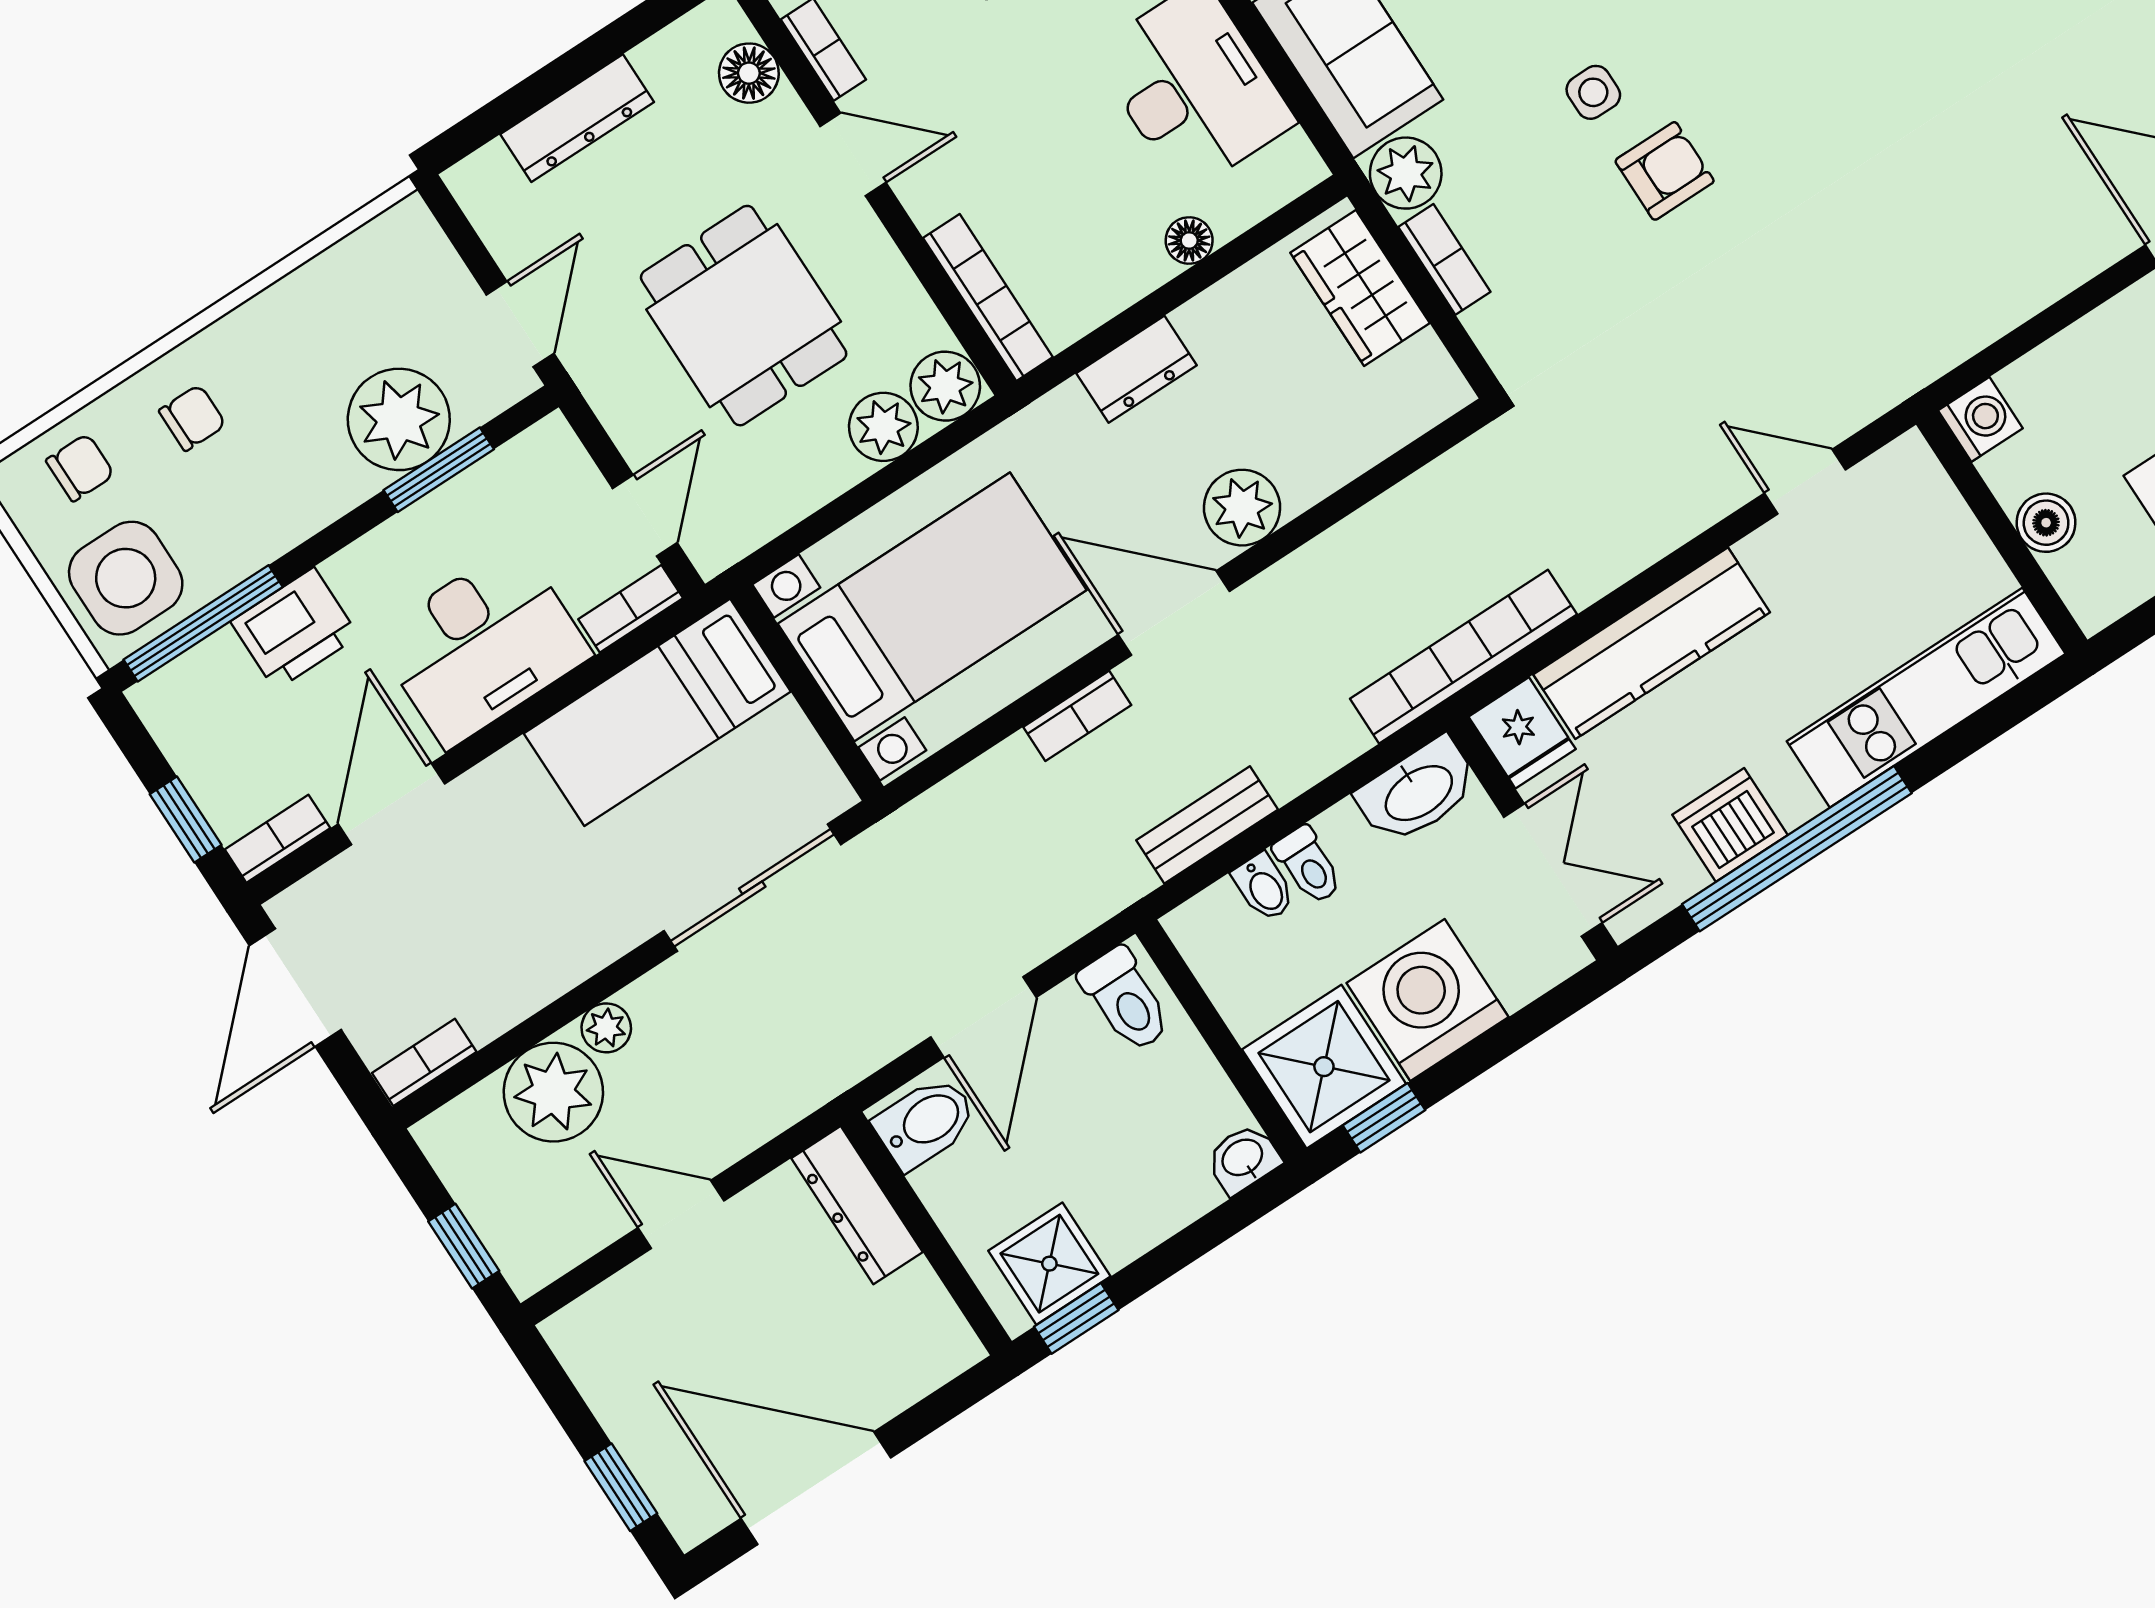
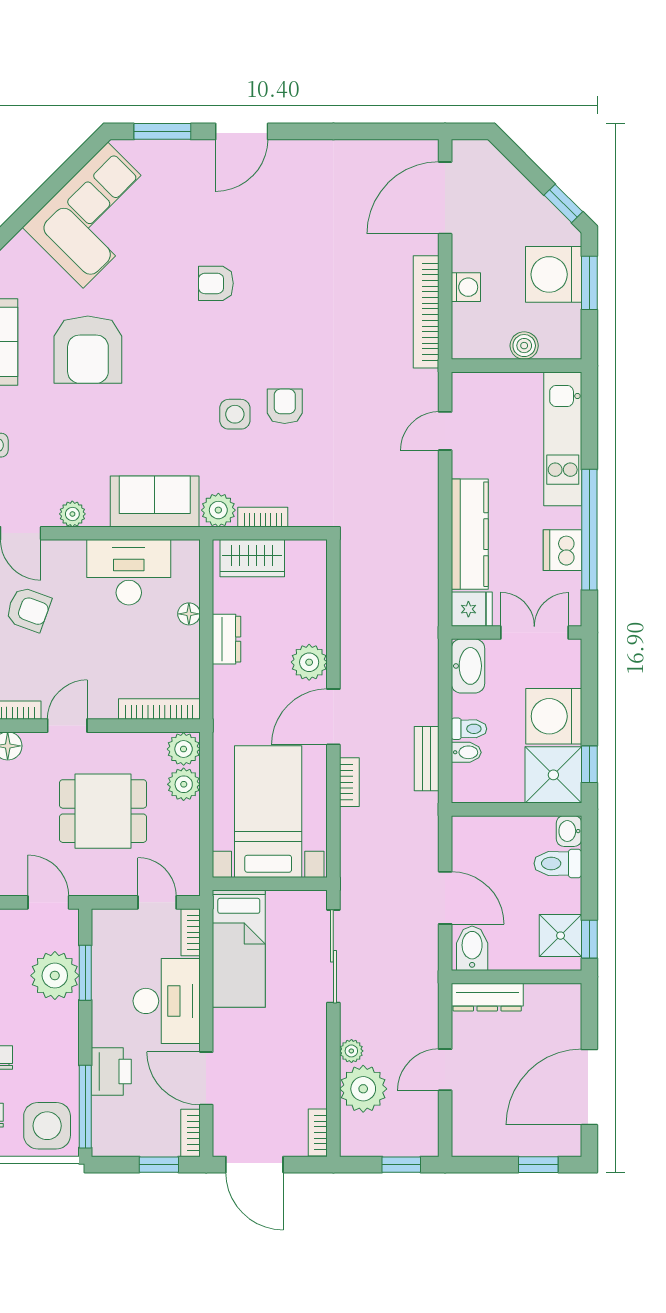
side table: (1593, 92) -> (235, 414), width x1.37, depth x1.37
dresser: (1137, 369) -> (227, 639), moved
washing machine: (1980, 419) -> (466, 287), moved, turned 90
bookcase: (1464, 657) -> (426, 312), moved
toilet: (1126, 1000) -> (558, 863), moved, turned 180

